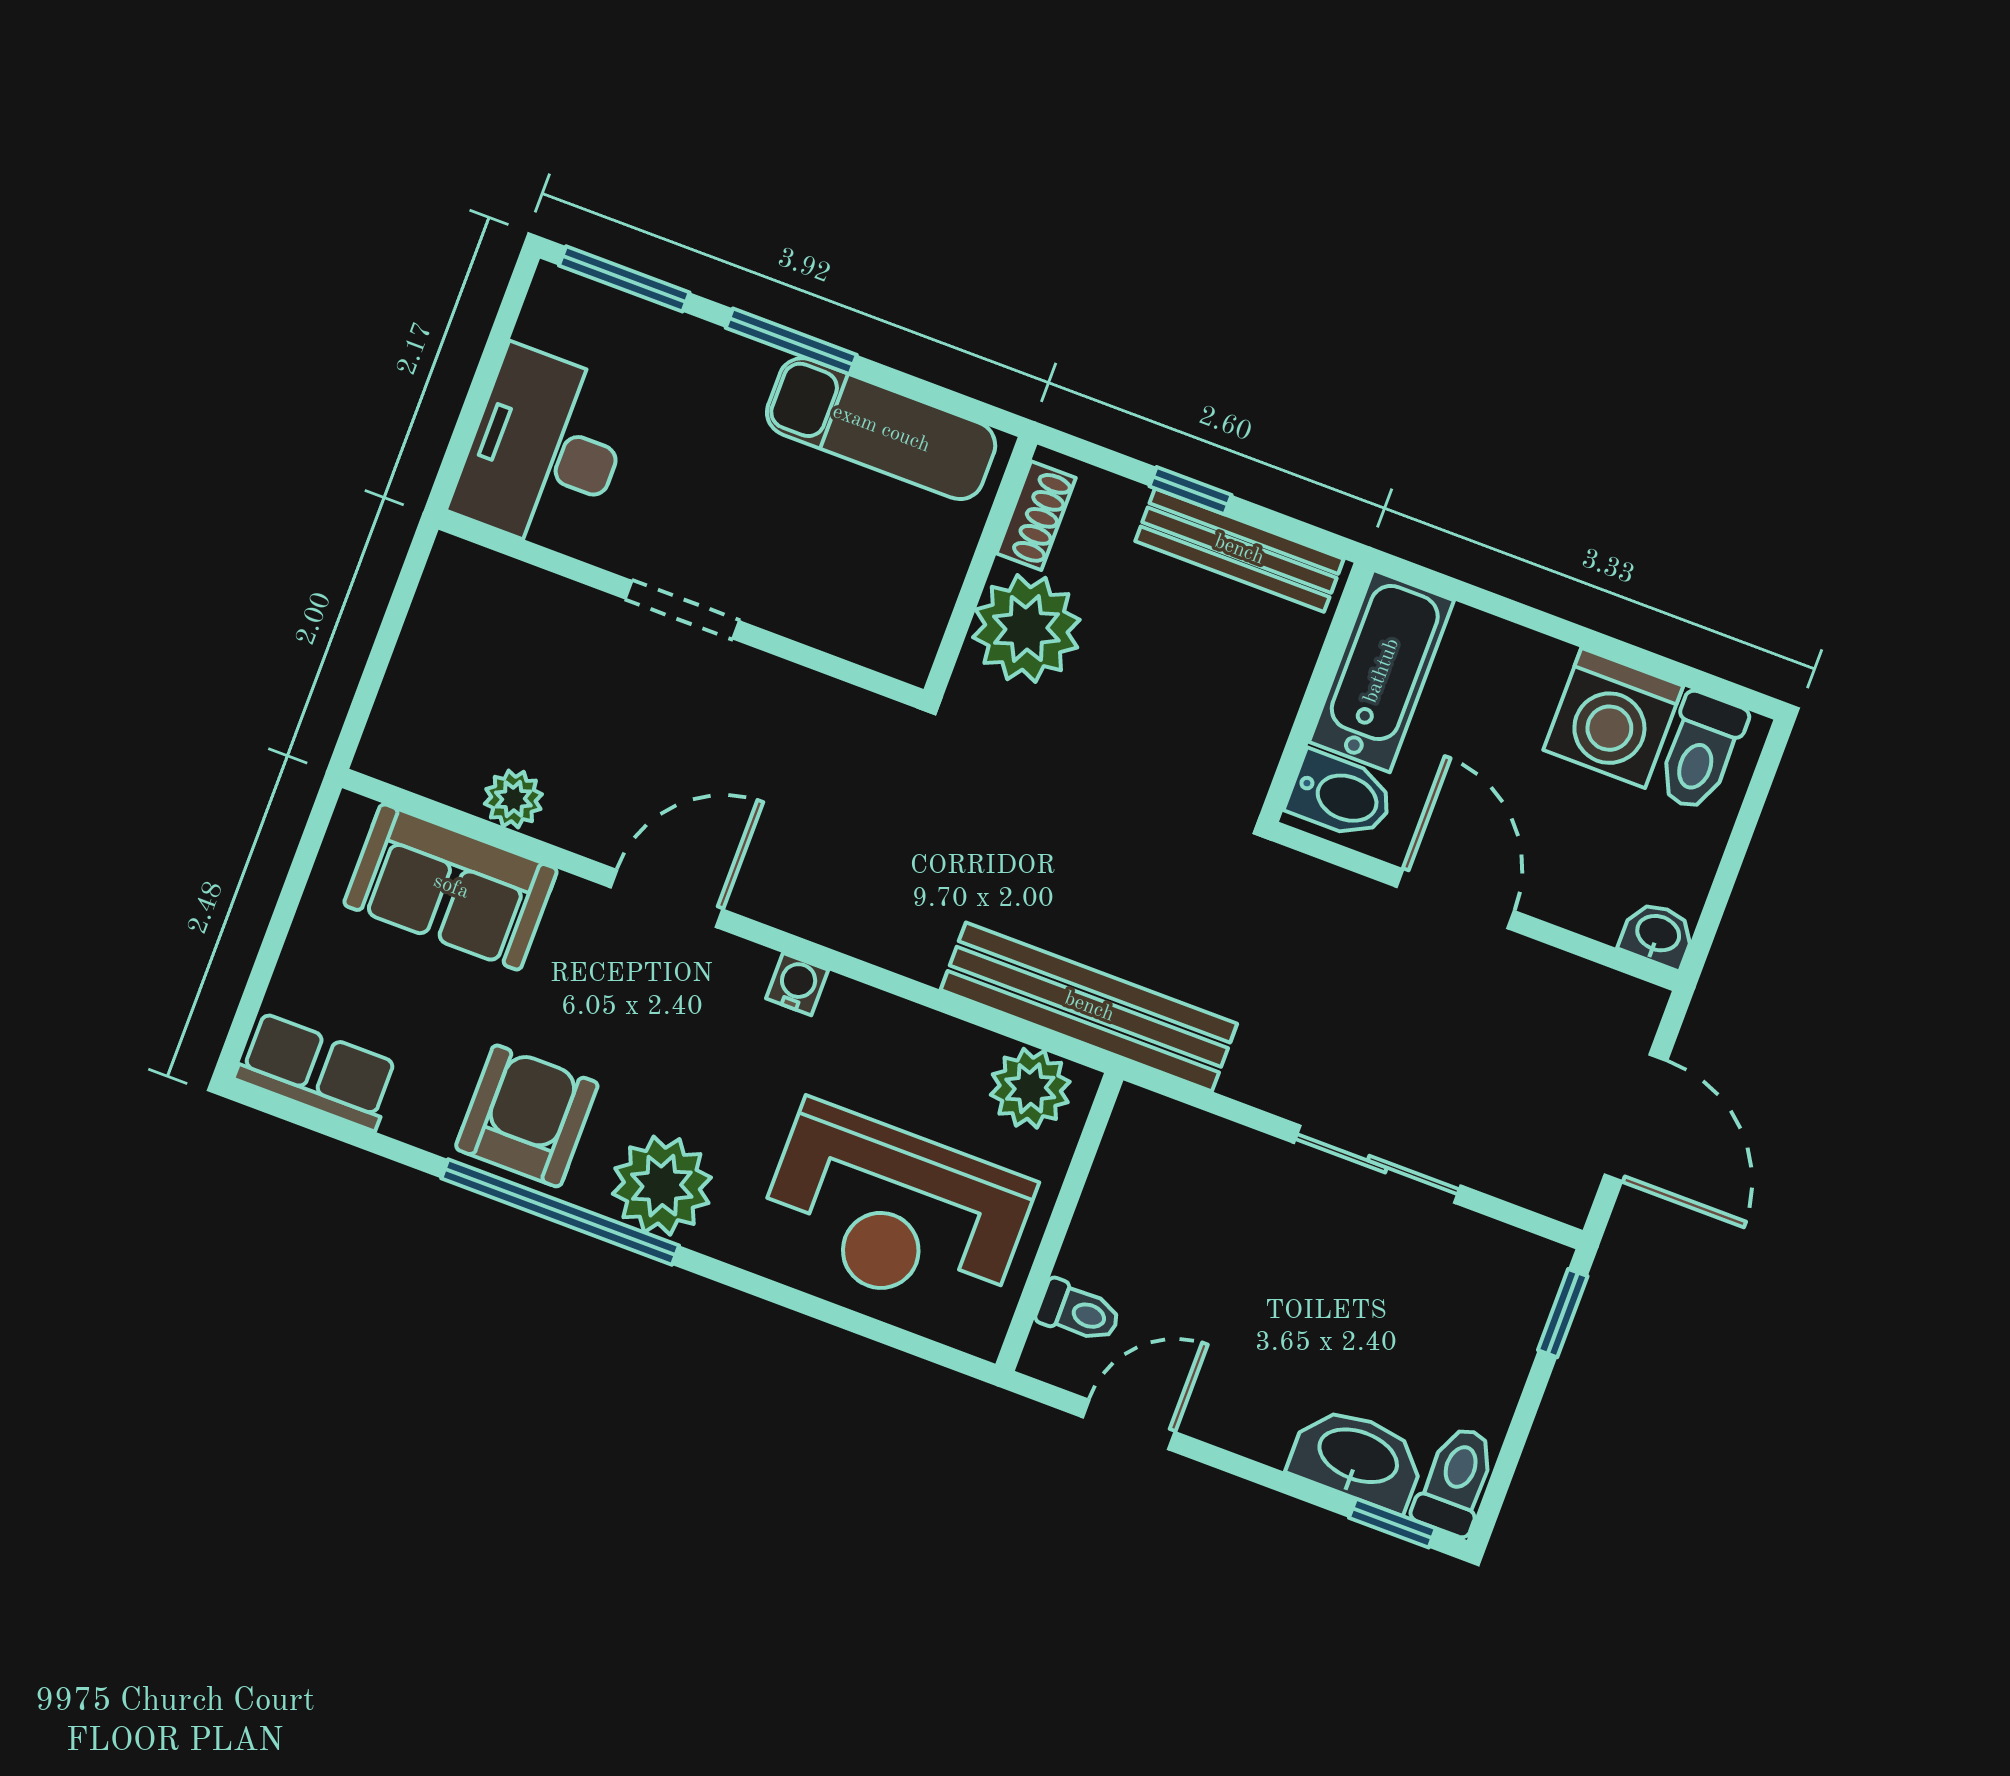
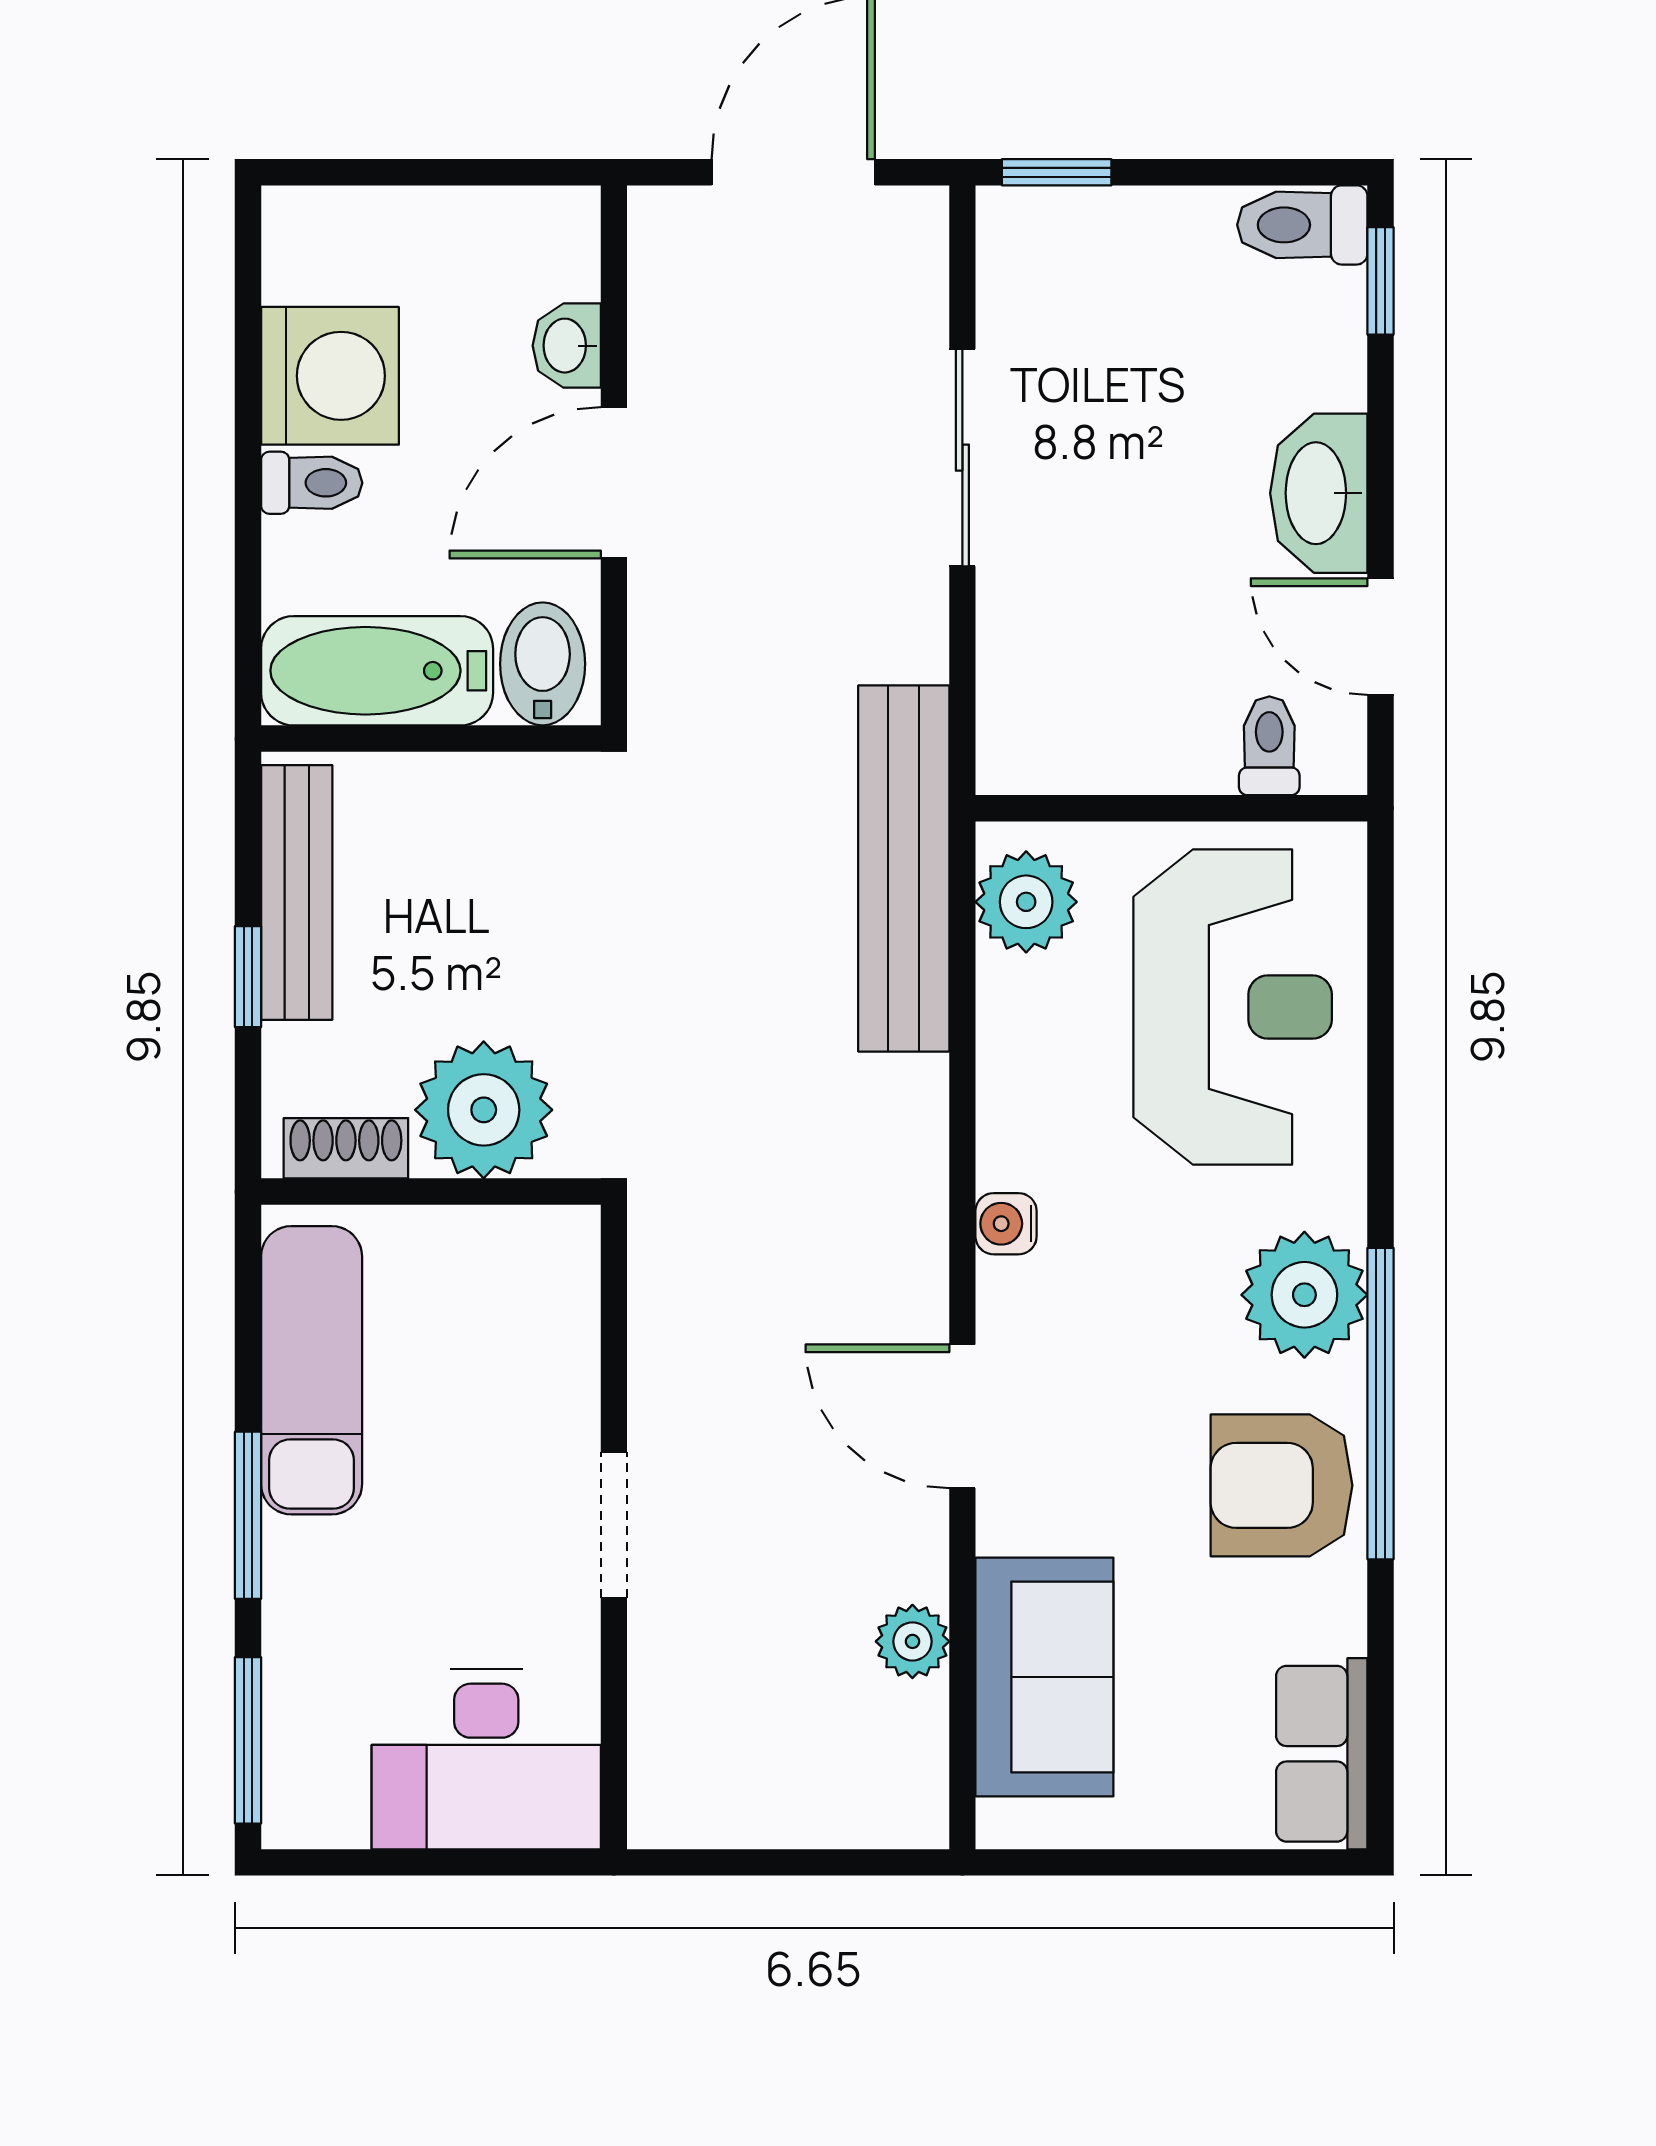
toilet: (1701, 752) -> (312, 483), moved, width x0.73, depth x0.72
washbasin: (1658, 935) -> (567, 346), moved
washbasin: (1357, 1458) -> (1319, 493), moved

